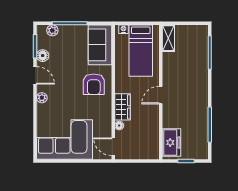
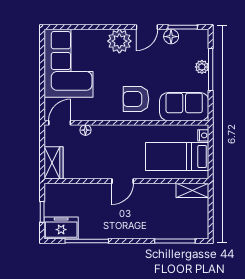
plant: (52, 30) -> (202, 67), moved
door: (161, 95) -> (123, 181), swing flipped
plant: (42, 98) -> (119, 41), width x1.88, depth x1.88
wardrobe: (122, 107) -> (53, 163), moved, turned -90
freezer: (171, 143) -> (61, 228), moved, turned 180

